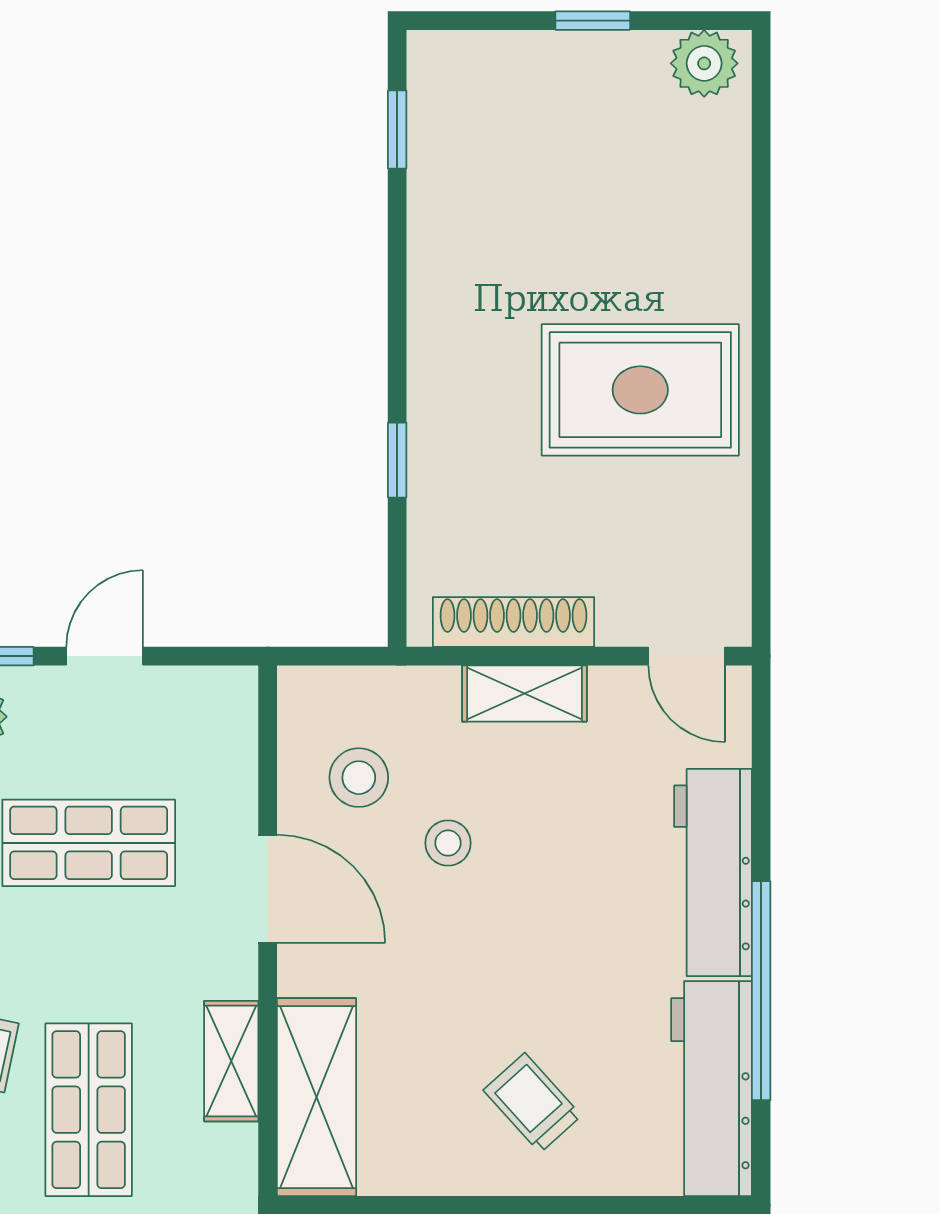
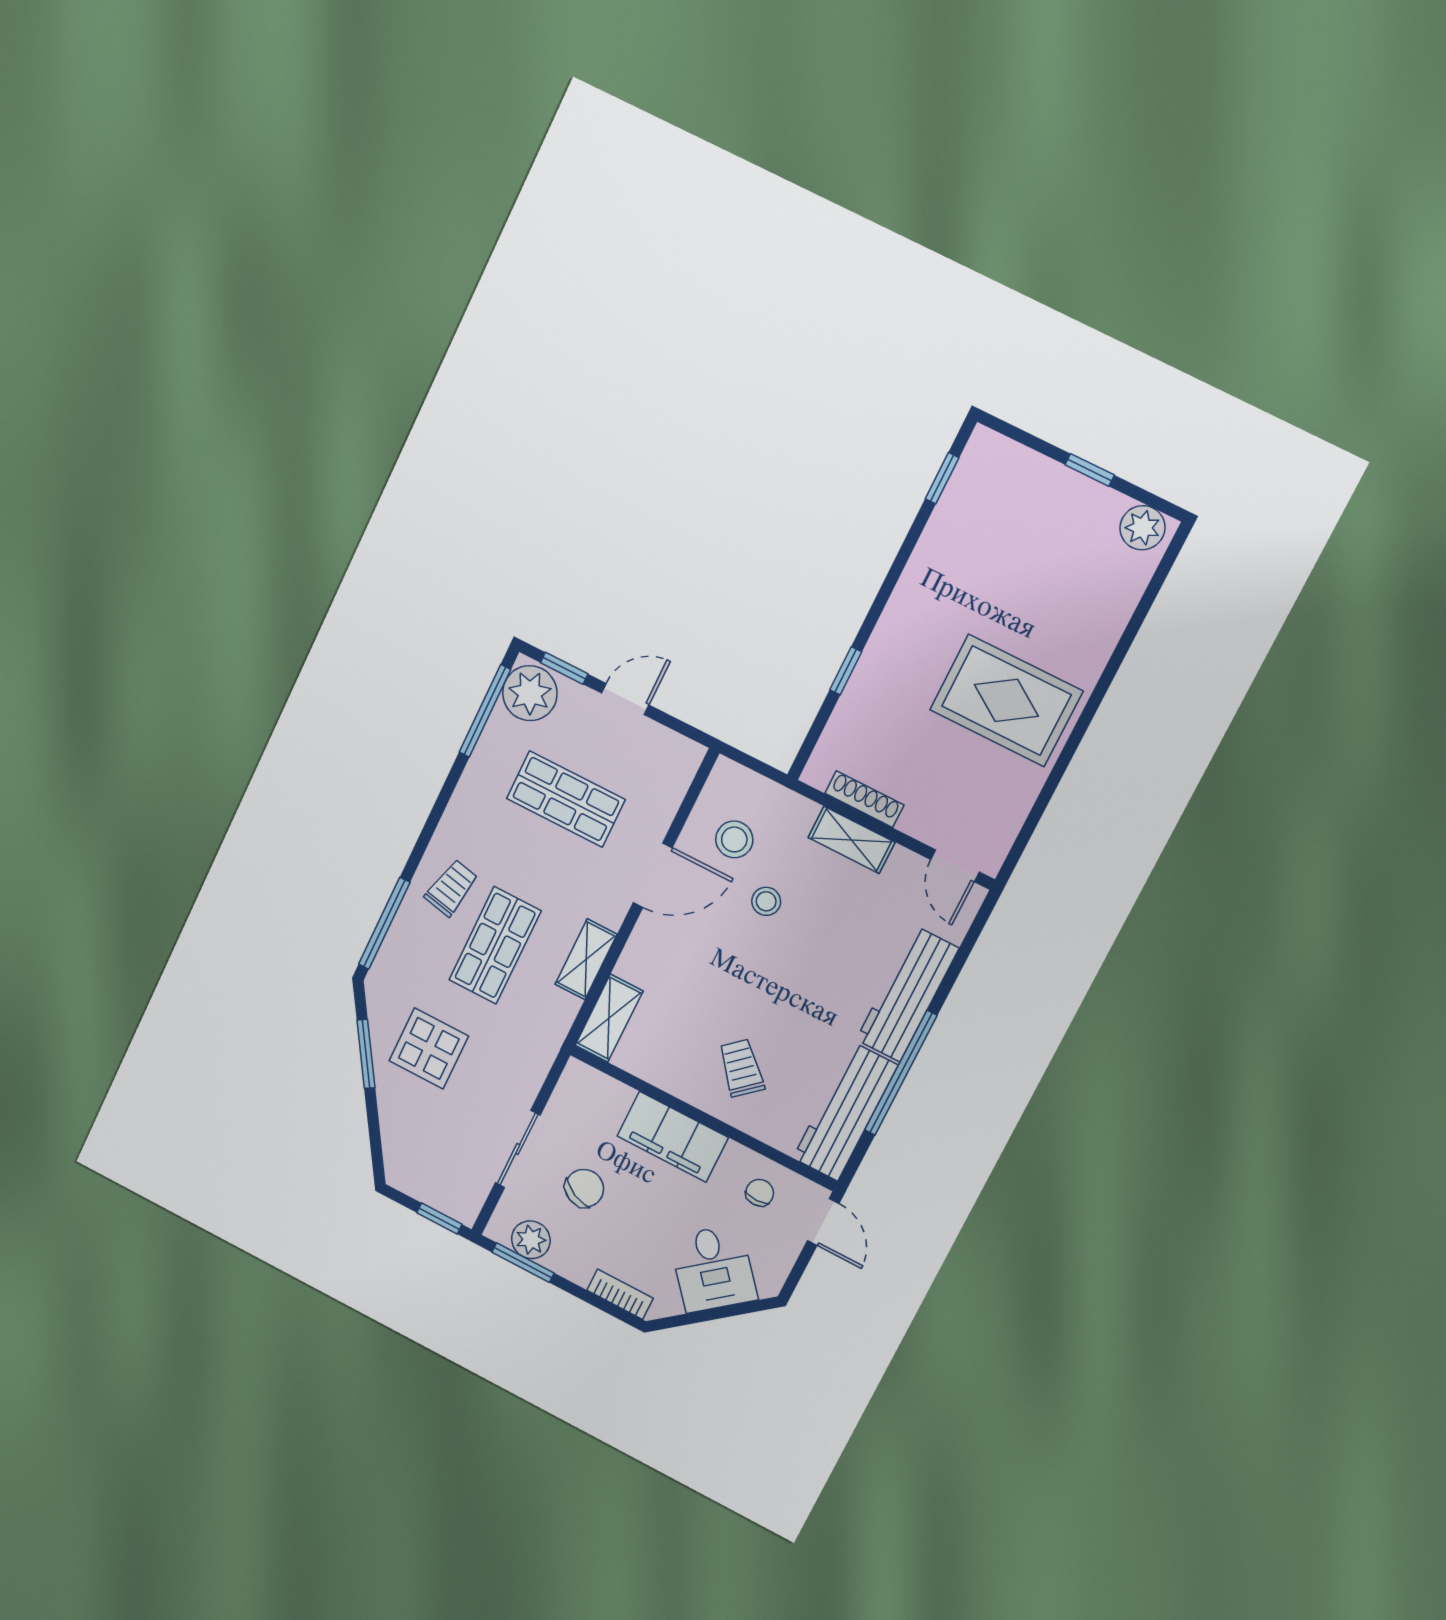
shoe rack: (513, 622) -> (864, 799), width x0.74, depth x0.81
door: (268, 889) -> (653, 875), hinge flipped
shelving: (316, 1097) -> (609, 1018), width x0.67, depth x0.75

